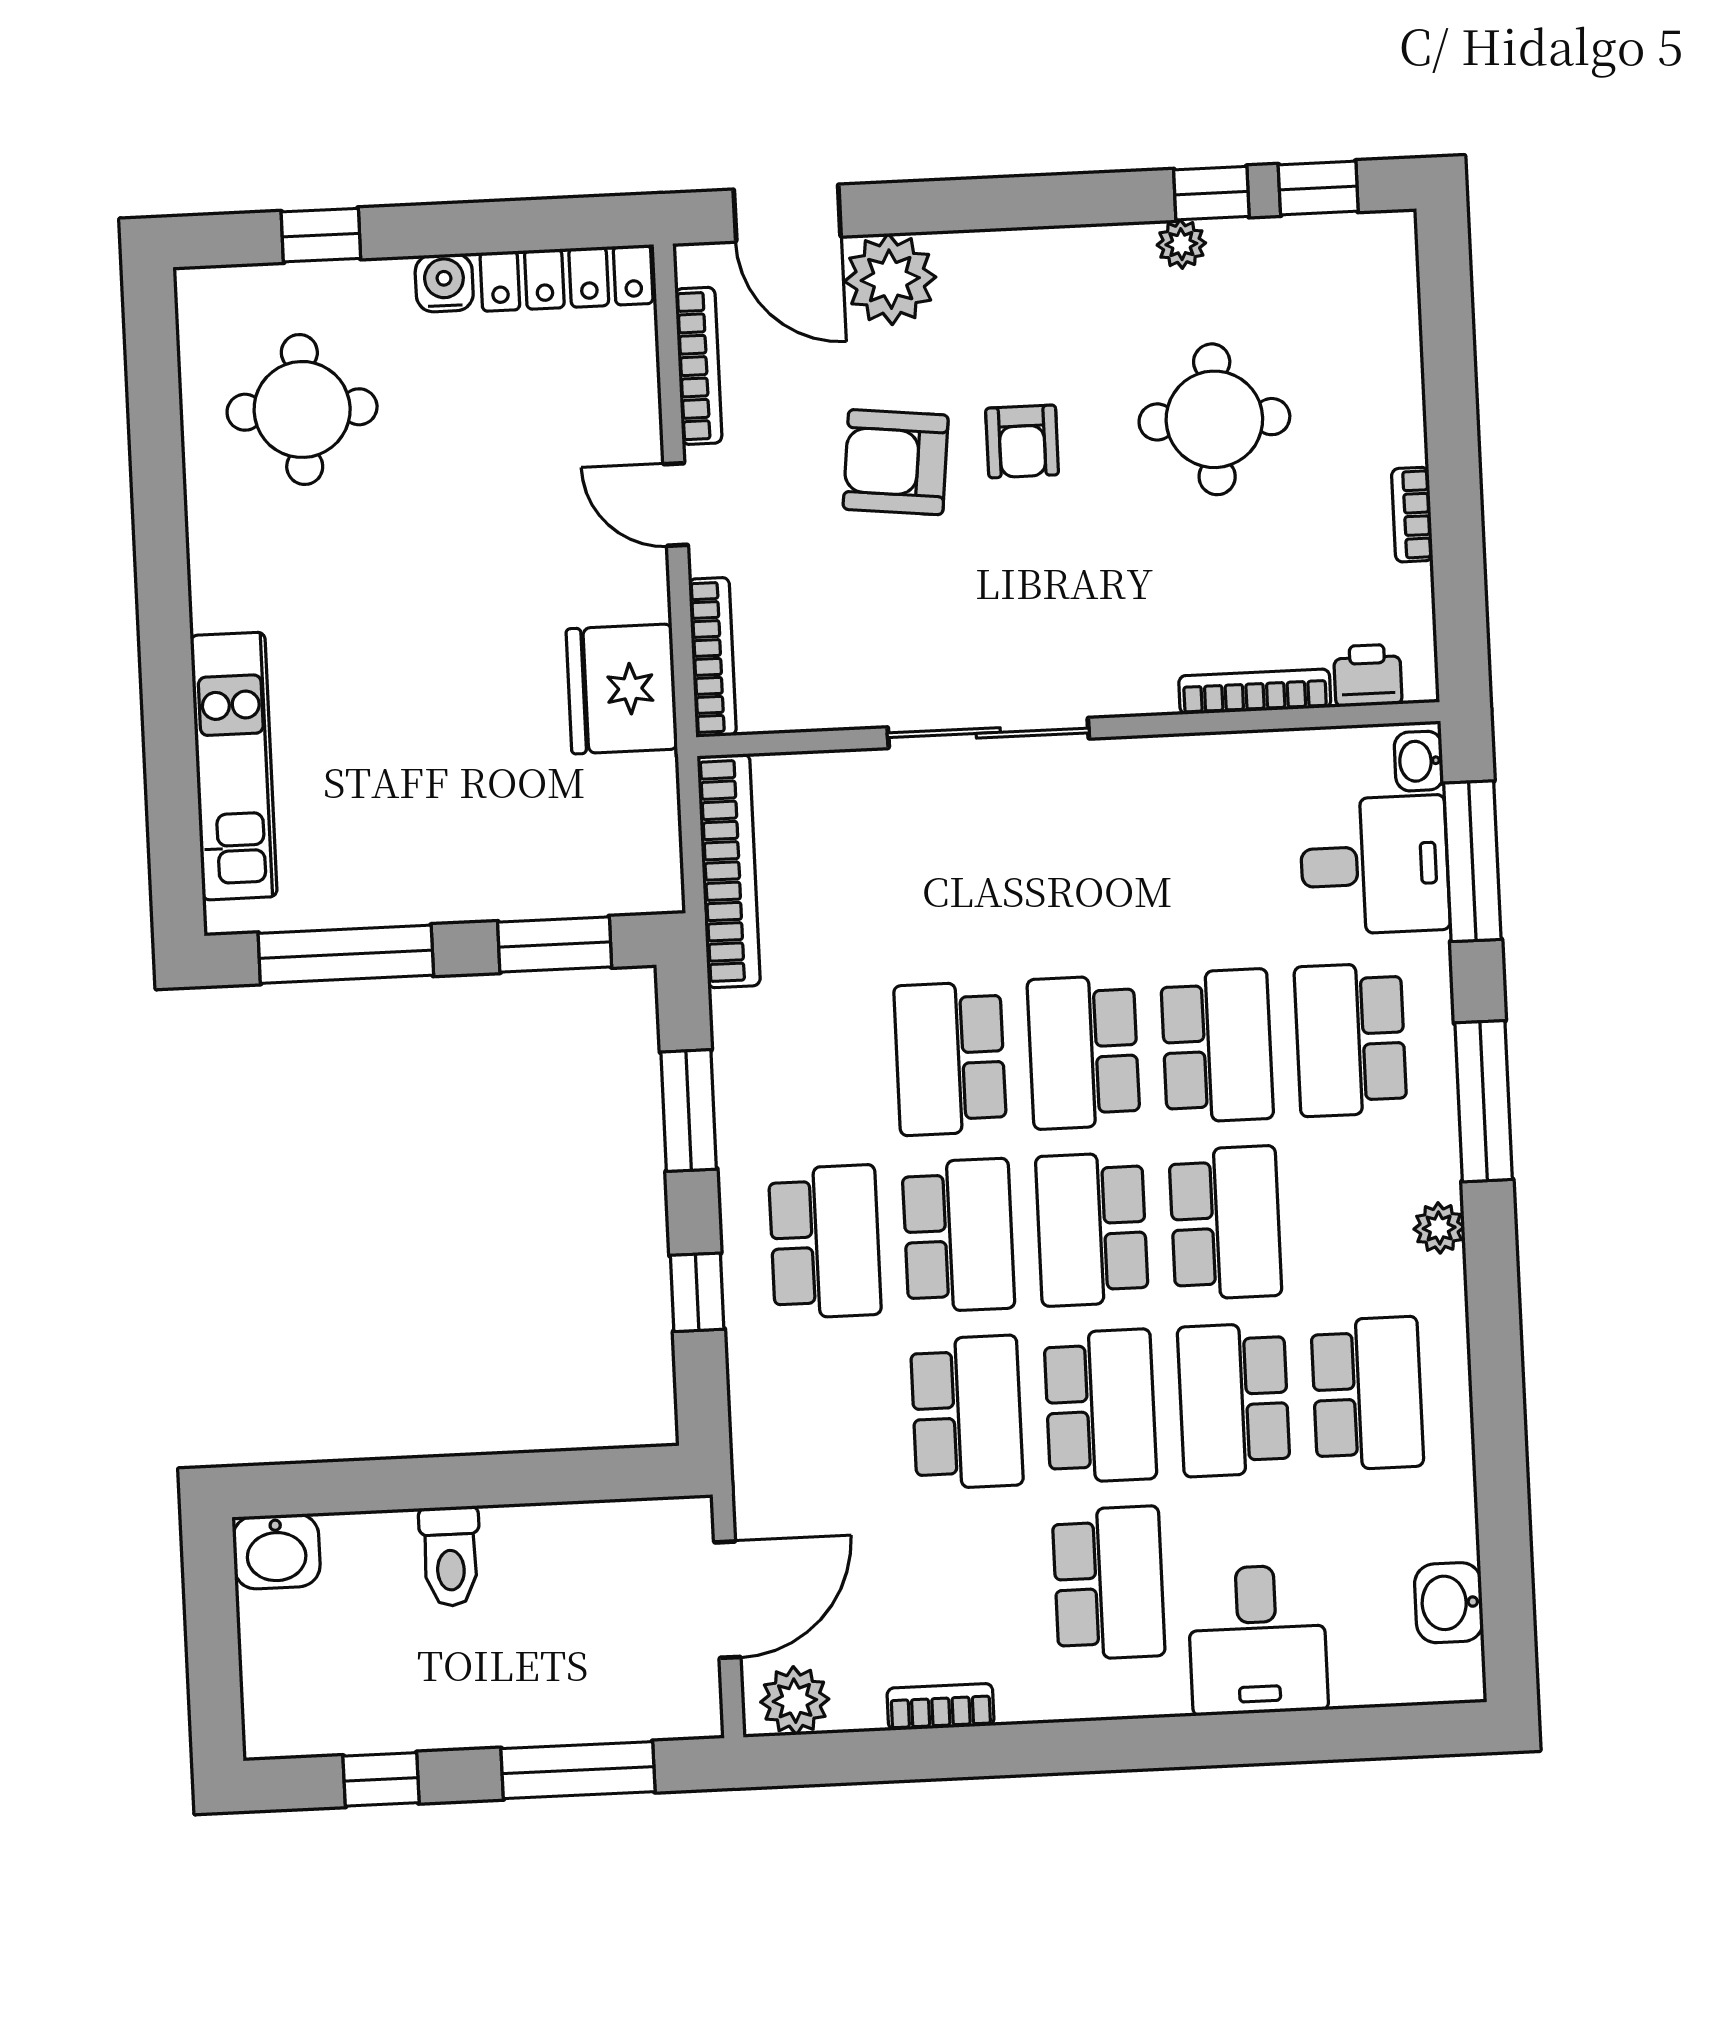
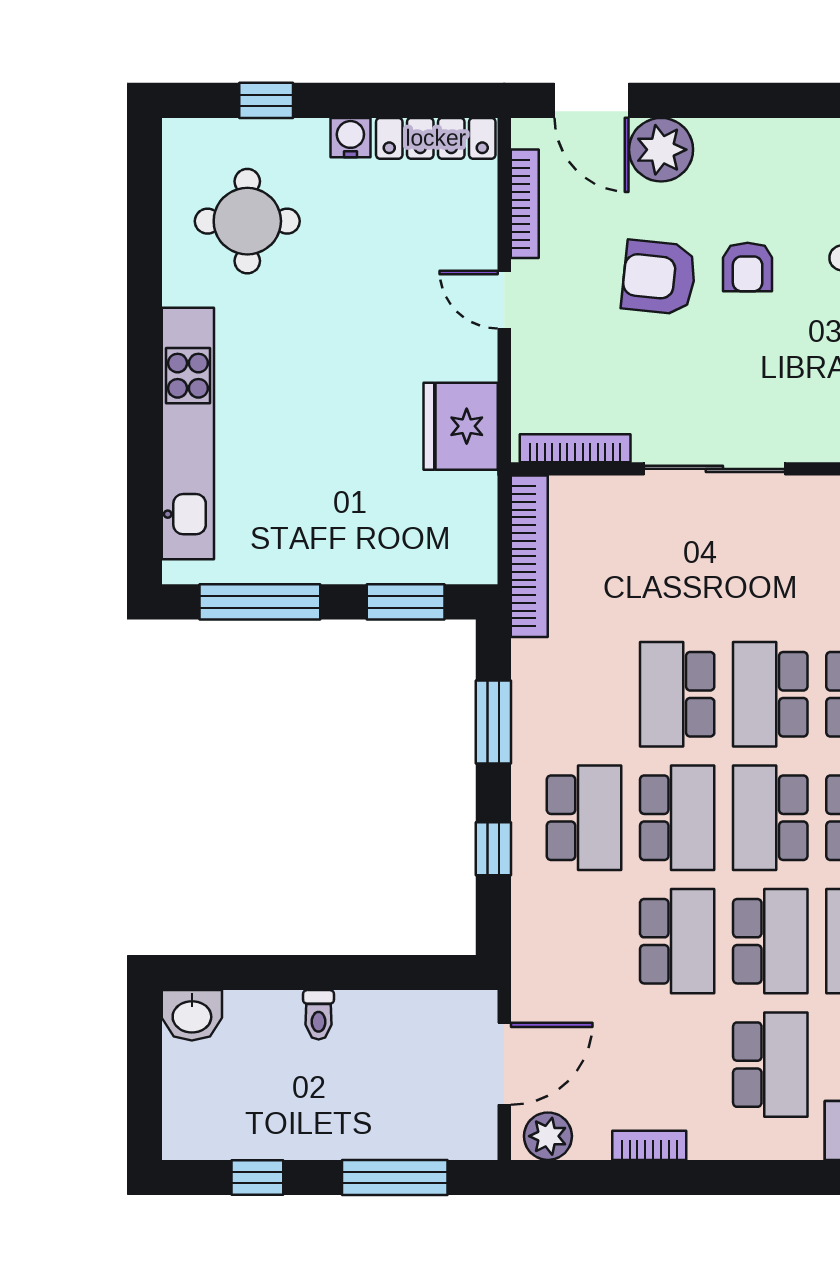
bookcase: (713, 657) -> (575, 448), moved, turned -90
kitchen unit: (234, 766) -> (188, 434), width x1.36
toilet: (450, 1556) -> (319, 1015), width x0.73, depth x0.72

